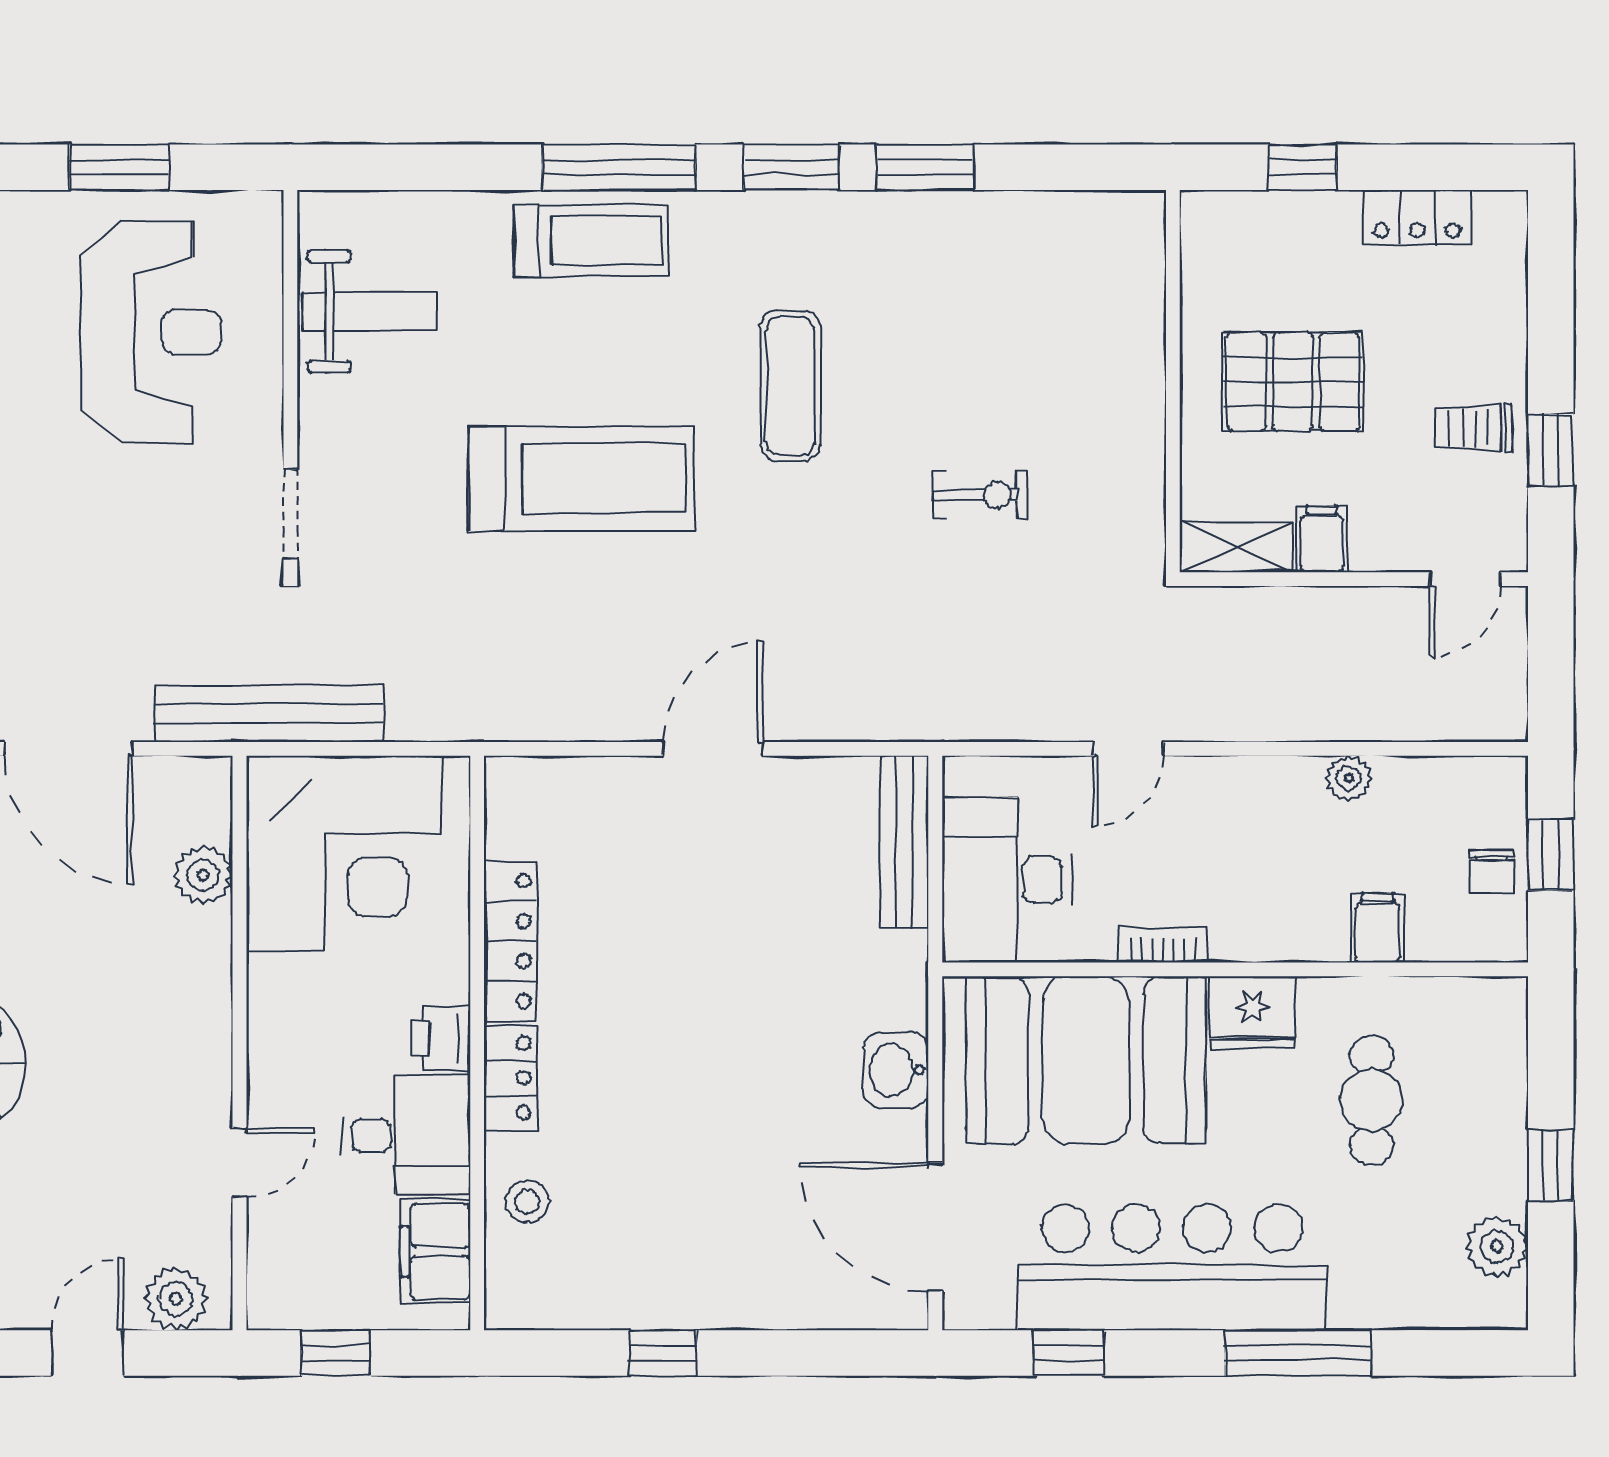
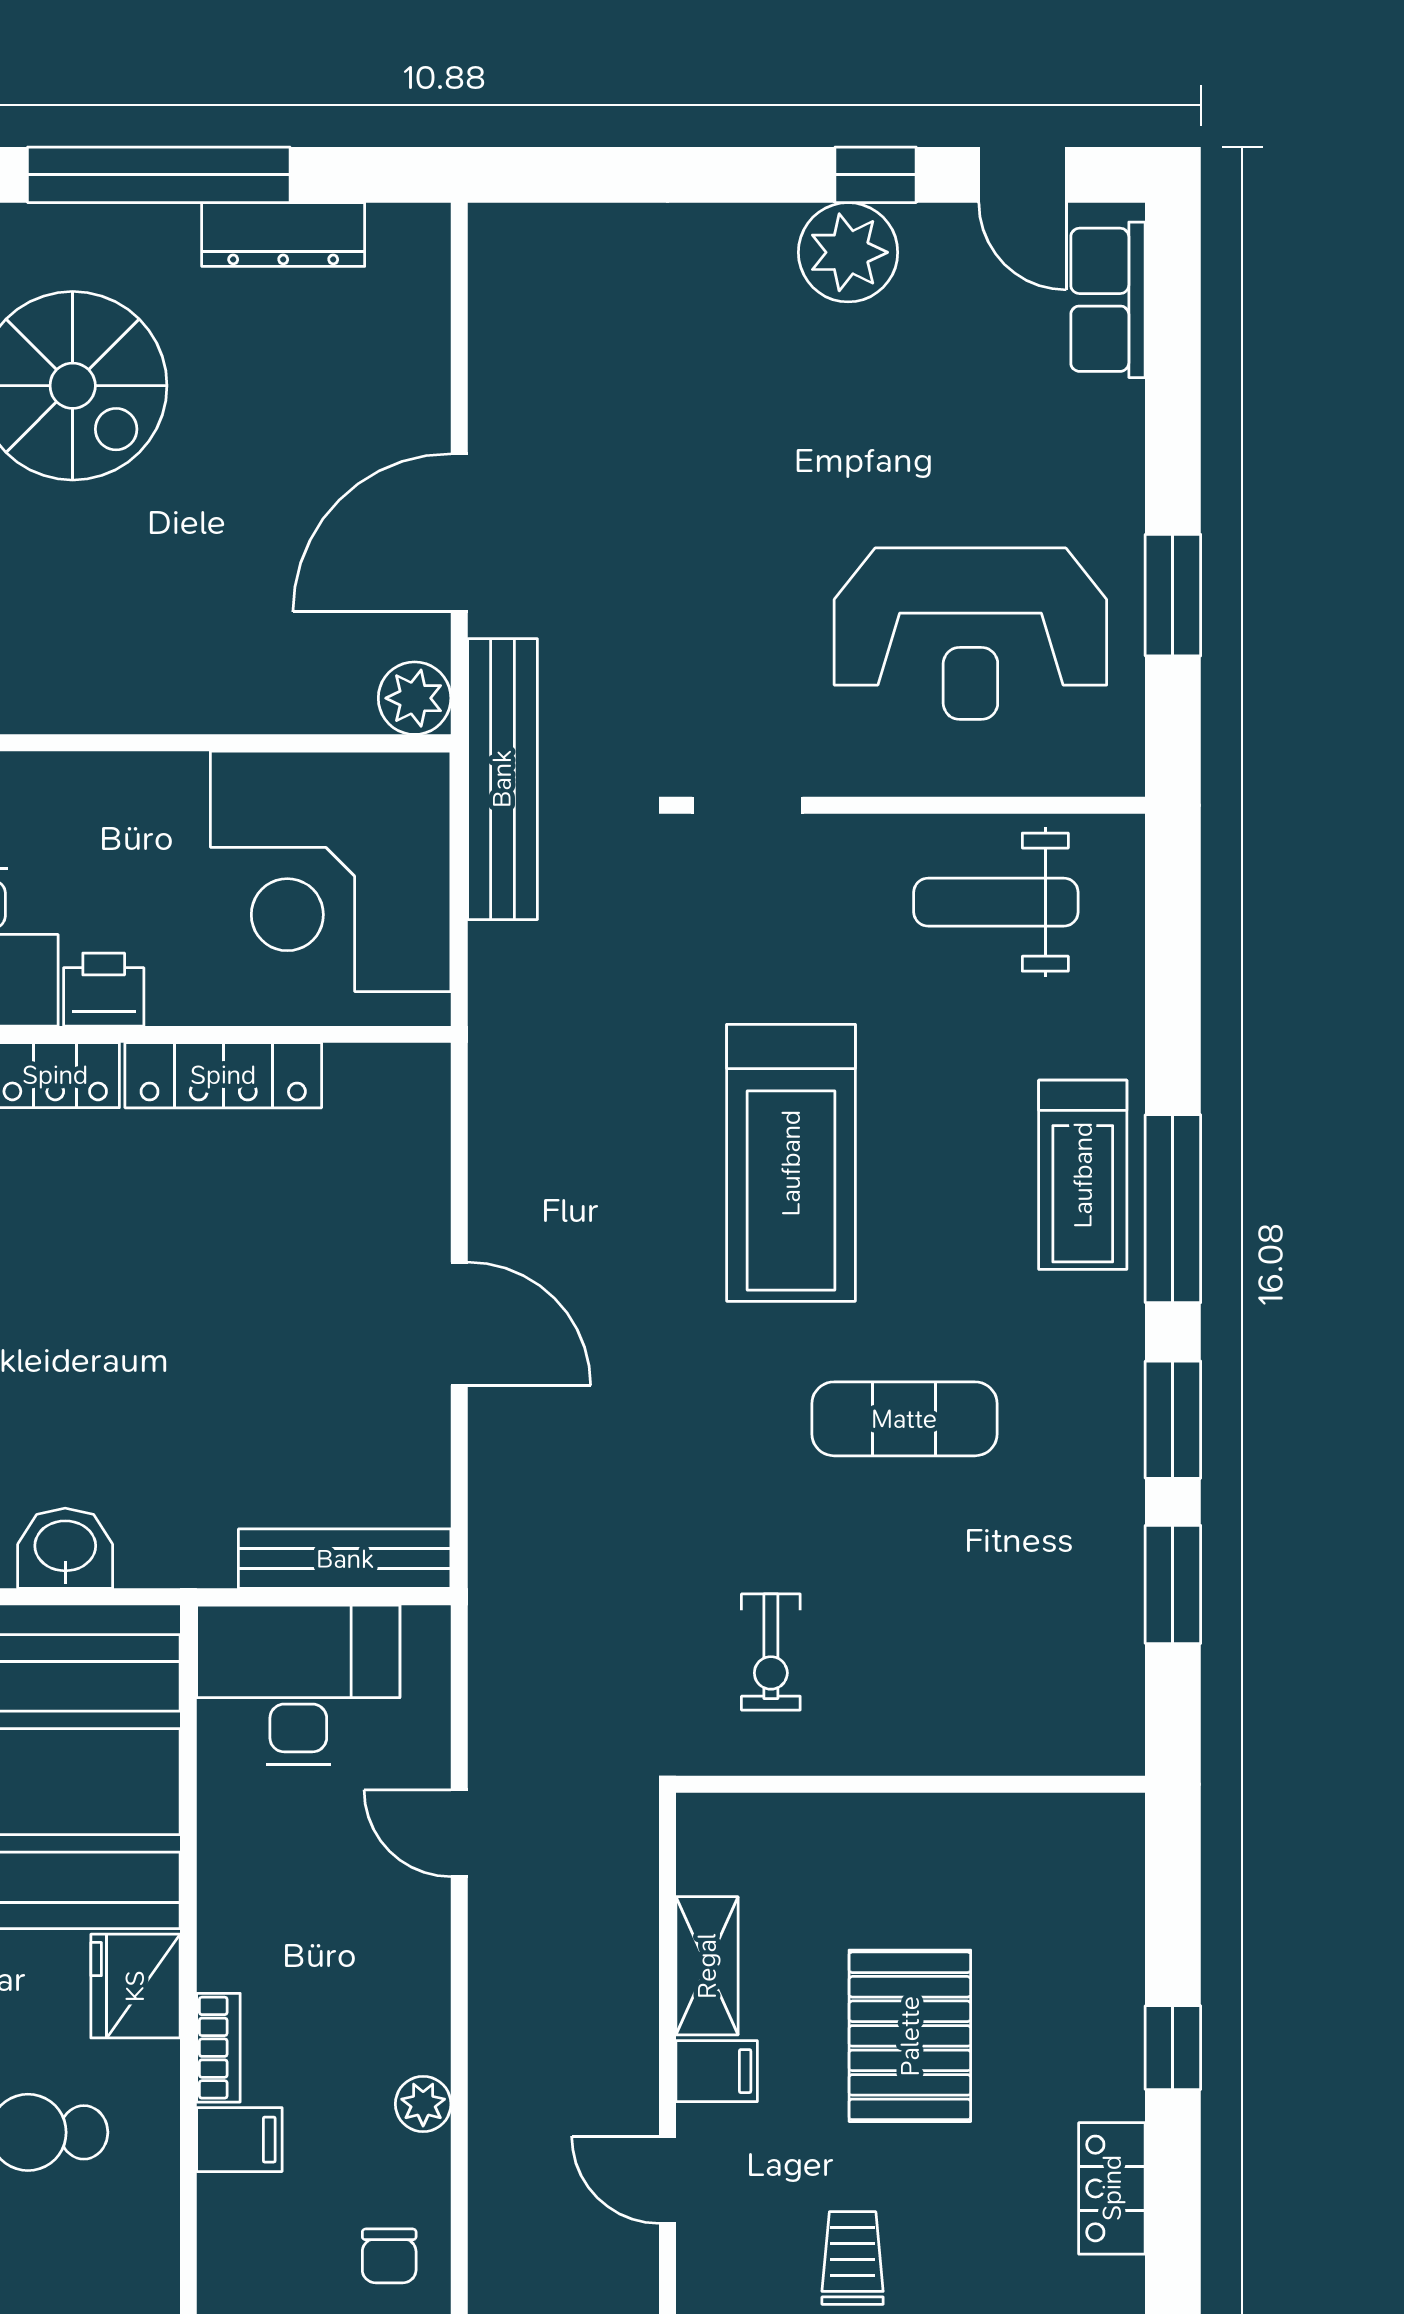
weight bench: (369, 311) -> (996, 902), turned 90
wall: (1173, 381) -> (910, 1784), moved
door: (1465, 579) -> (667, 2180), moved
chair: (1491, 872) -> (389, 2256), moved, turned -90
plant: (203, 875) -> (415, 698), moved
bookcase: (1163, 945) -> (218, 2048), moved

